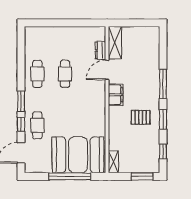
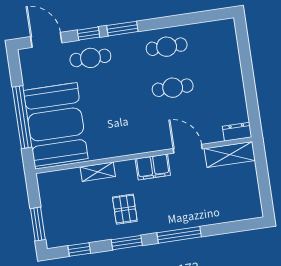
dresser: (100, 50) -> (237, 132), moved
shelving: (113, 162) -> (98, 172), moved

